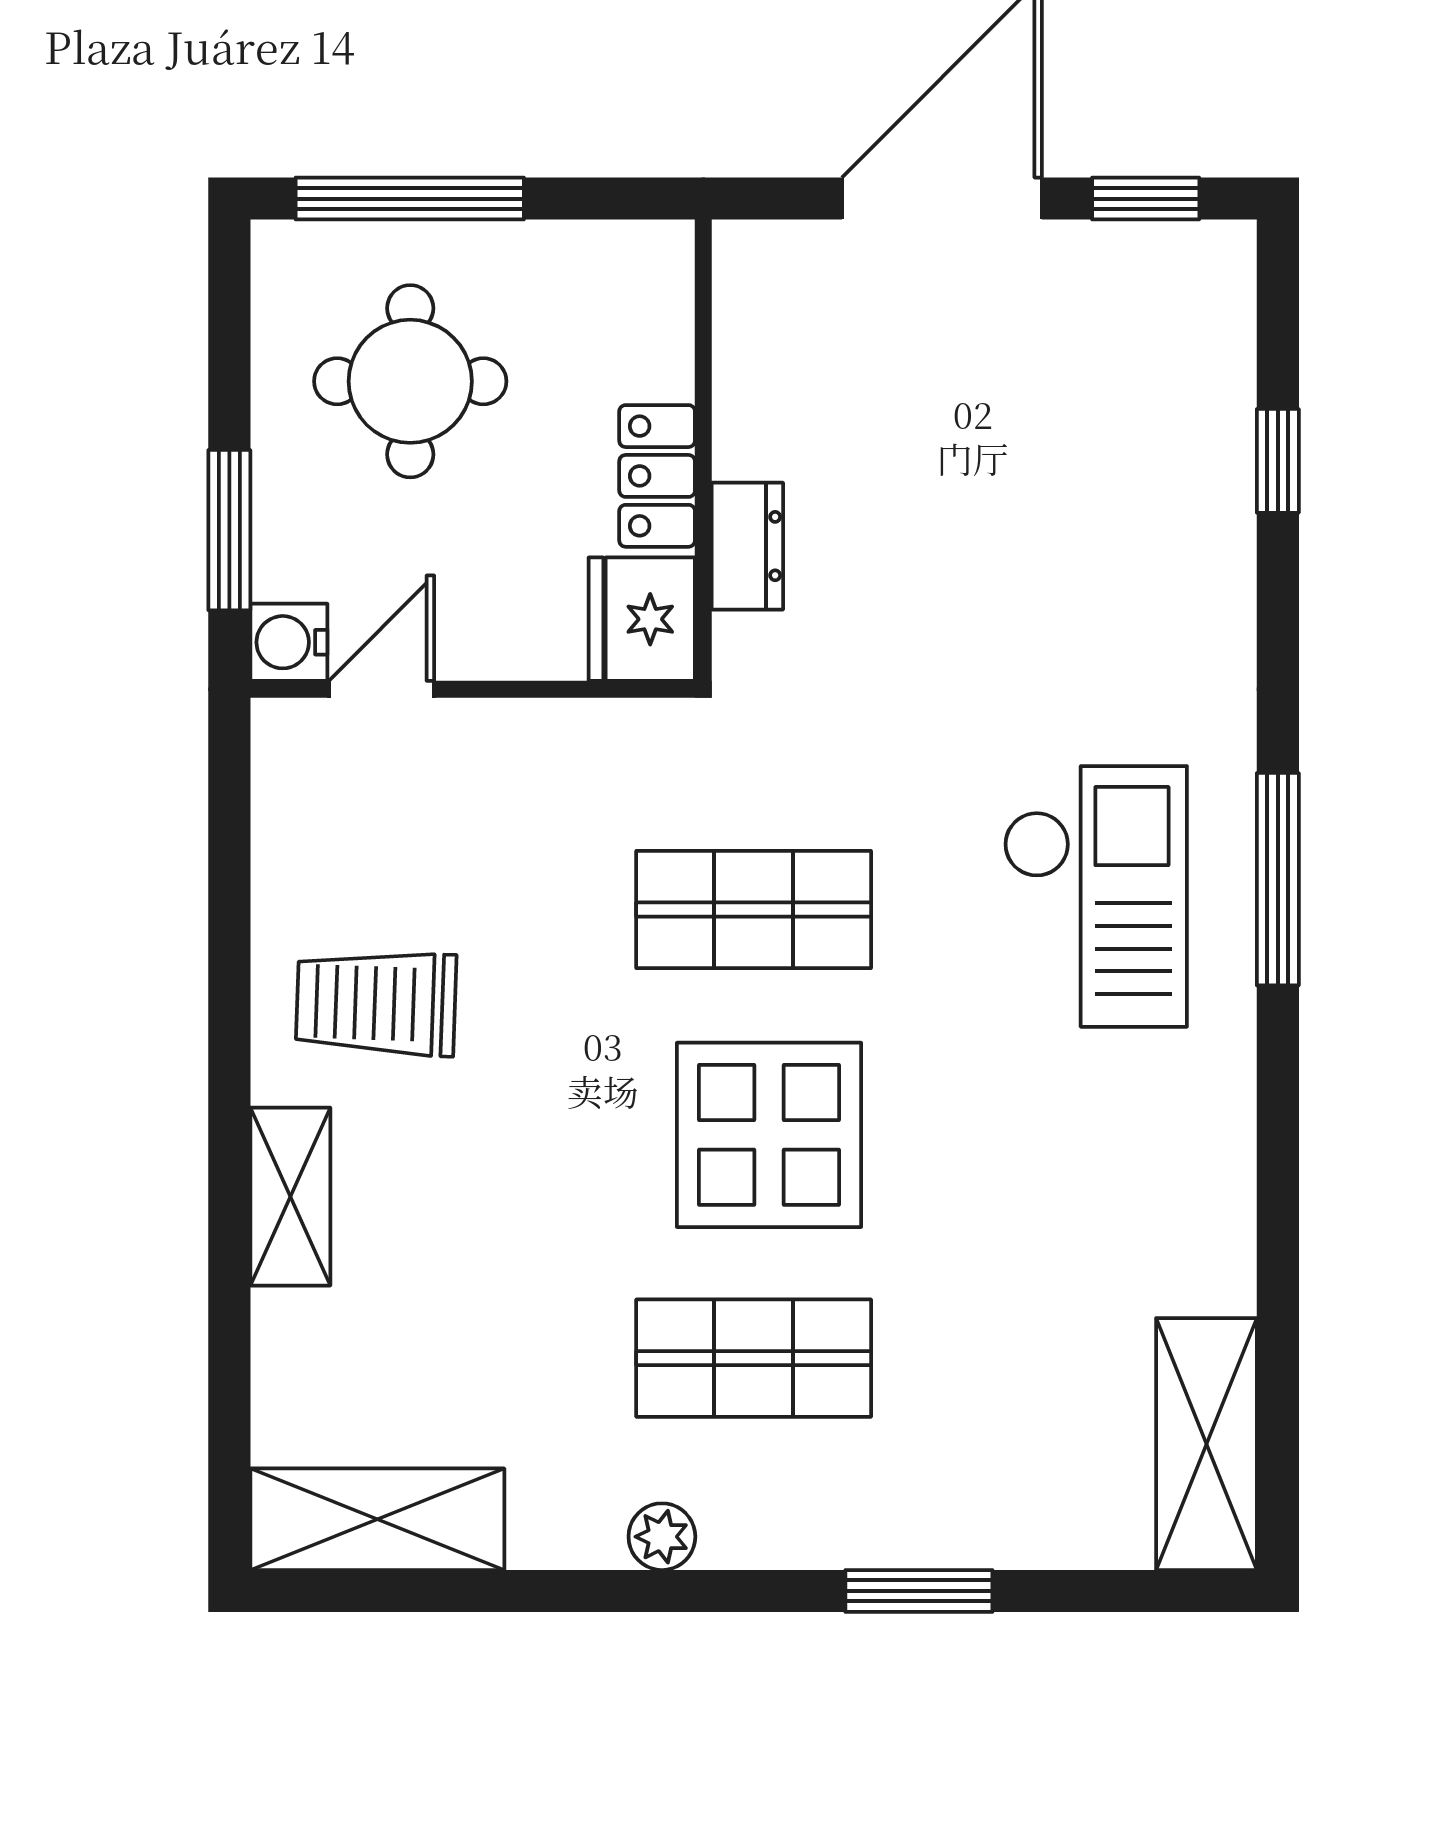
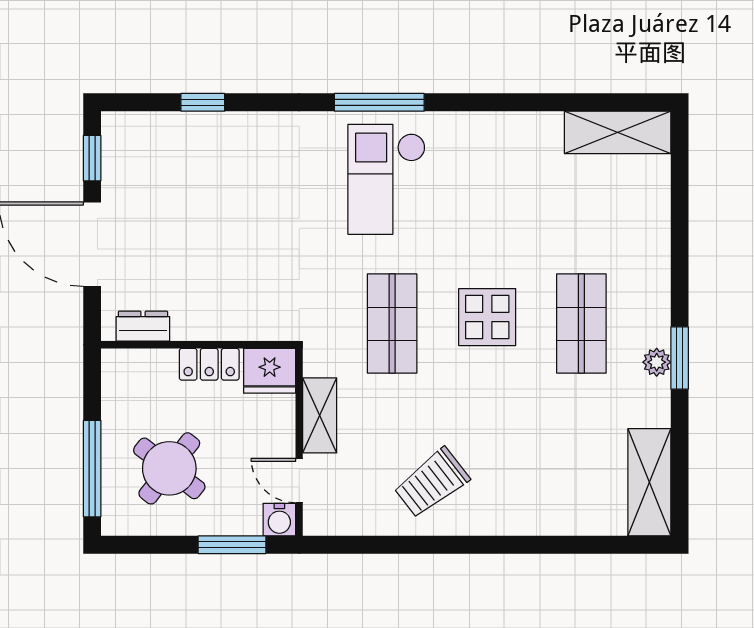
round table: (410, 381) -> (169, 468), turned 38
dresser: (747, 546) -> (143, 326), moved
checkout: (1095, 896) -> (387, 179), turned -90
trolley: (376, 1003) -> (432, 483), turned 50
display table: (769, 1135) -> (487, 317), width x0.73, depth x0.73
shelving: (290, 1197) -> (320, 415), moved, turned 90
window: (919, 1591) -> (680, 358), moved

